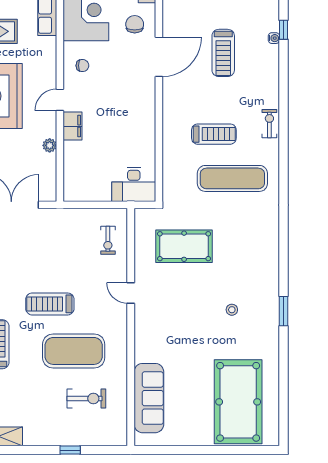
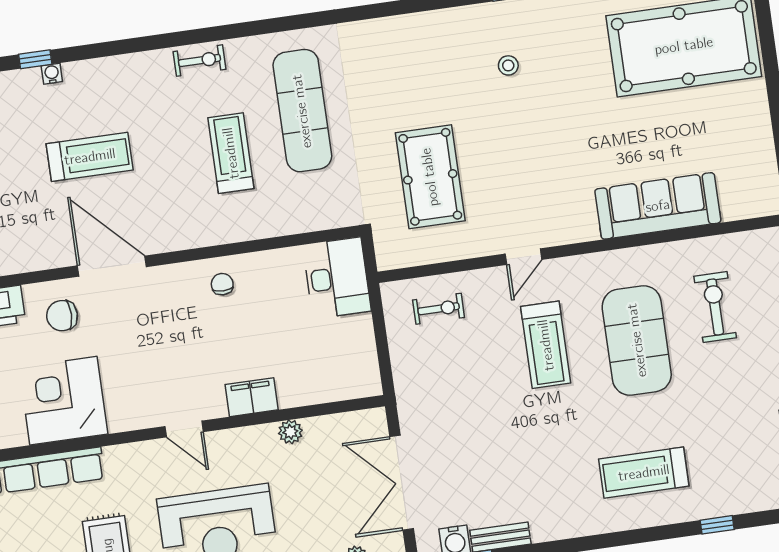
chair: (82, 66) -> (222, 284), moved
door: (60, 100) -> (184, 429), moved
exercise bike: (269, 124) -> (199, 60), turned 180
treadmill: (50, 304) -> (546, 345), moved
stool: (232, 310) -> (508, 65), moved
sofa: (149, 398) -> (658, 206), moved

